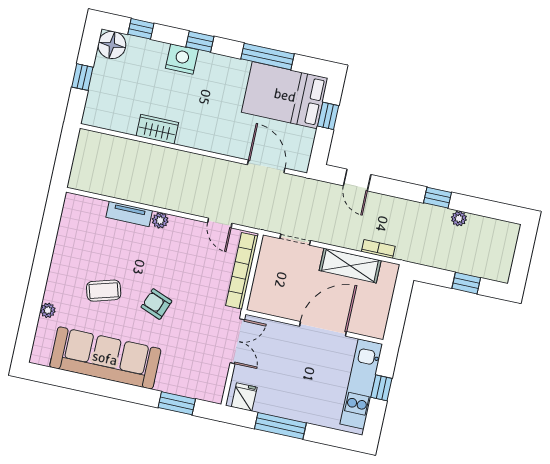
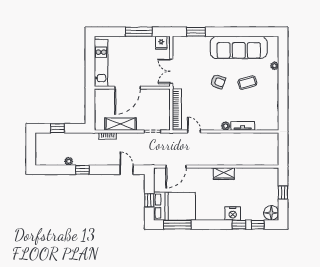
window: (200, 42) -> (239, 225), moved
window: (268, 56) -> (177, 225), moved
wardrobe: (157, 129) -> (224, 174), moved
door: (266, 167) -> (176, 167), hinge flipped
window: (381, 388) -> (90, 63), removed

